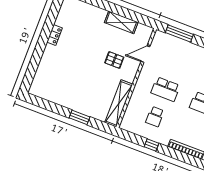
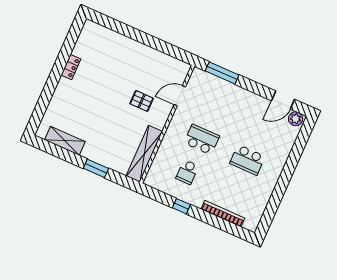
shelving: (121, 22) -> (65, 141), moved
school desk: (165, 89) -> (202, 140), turned 180

